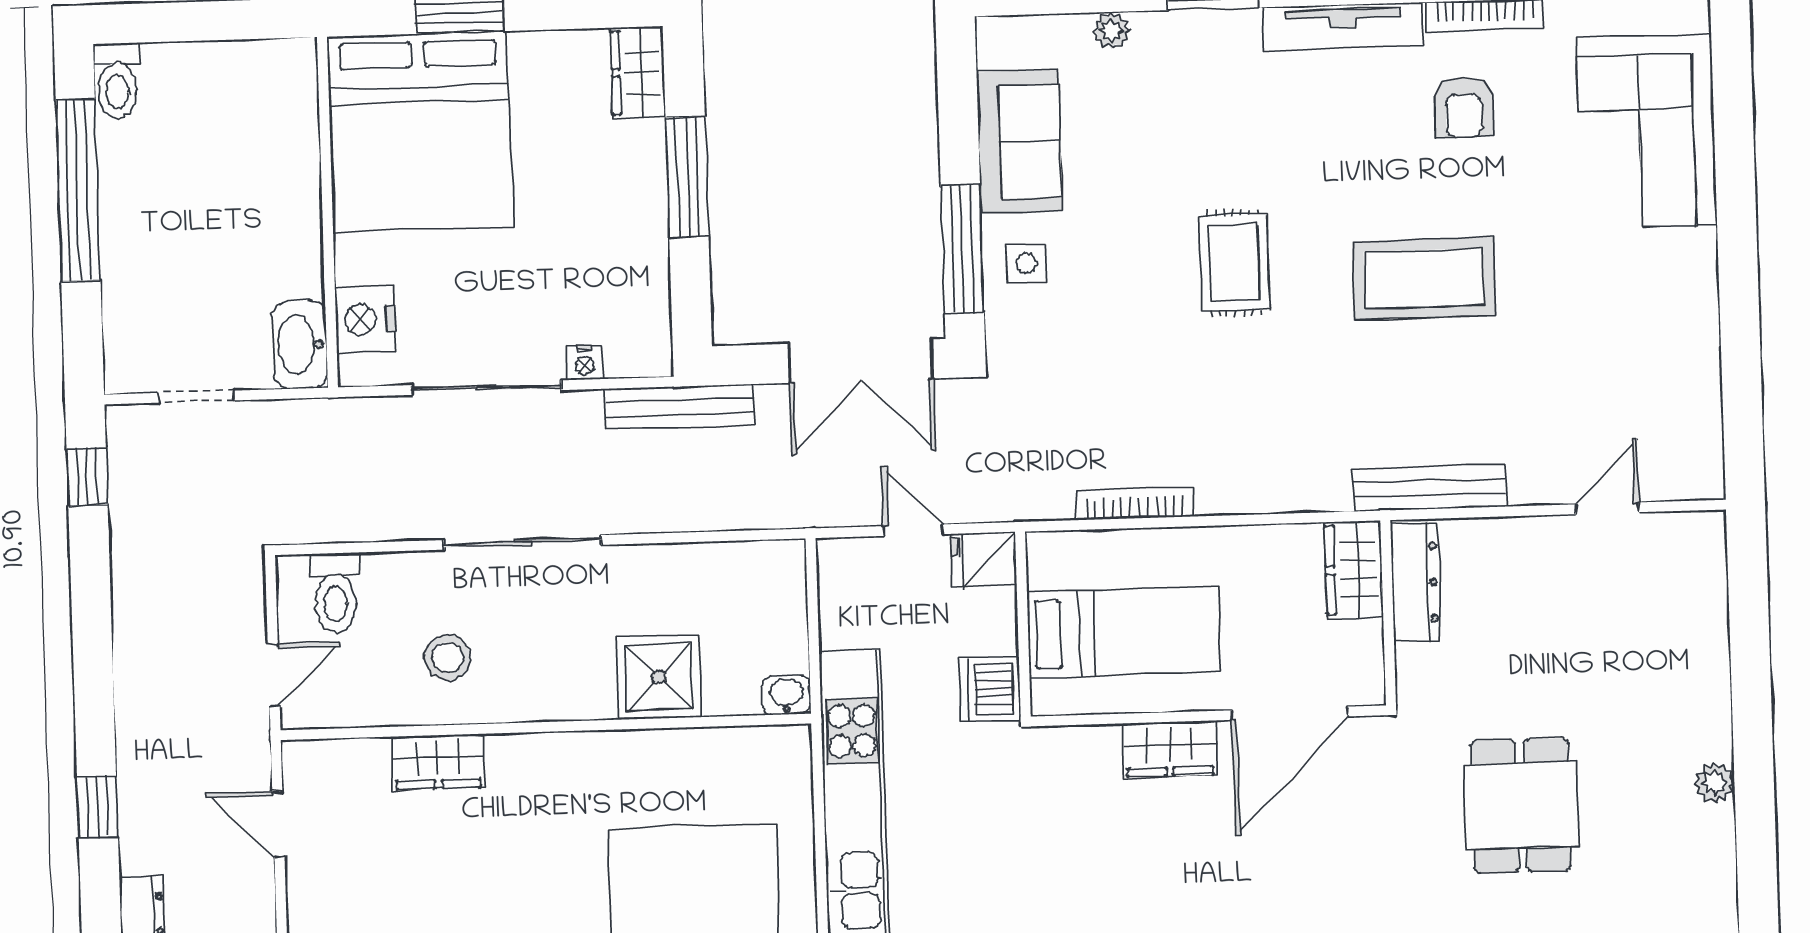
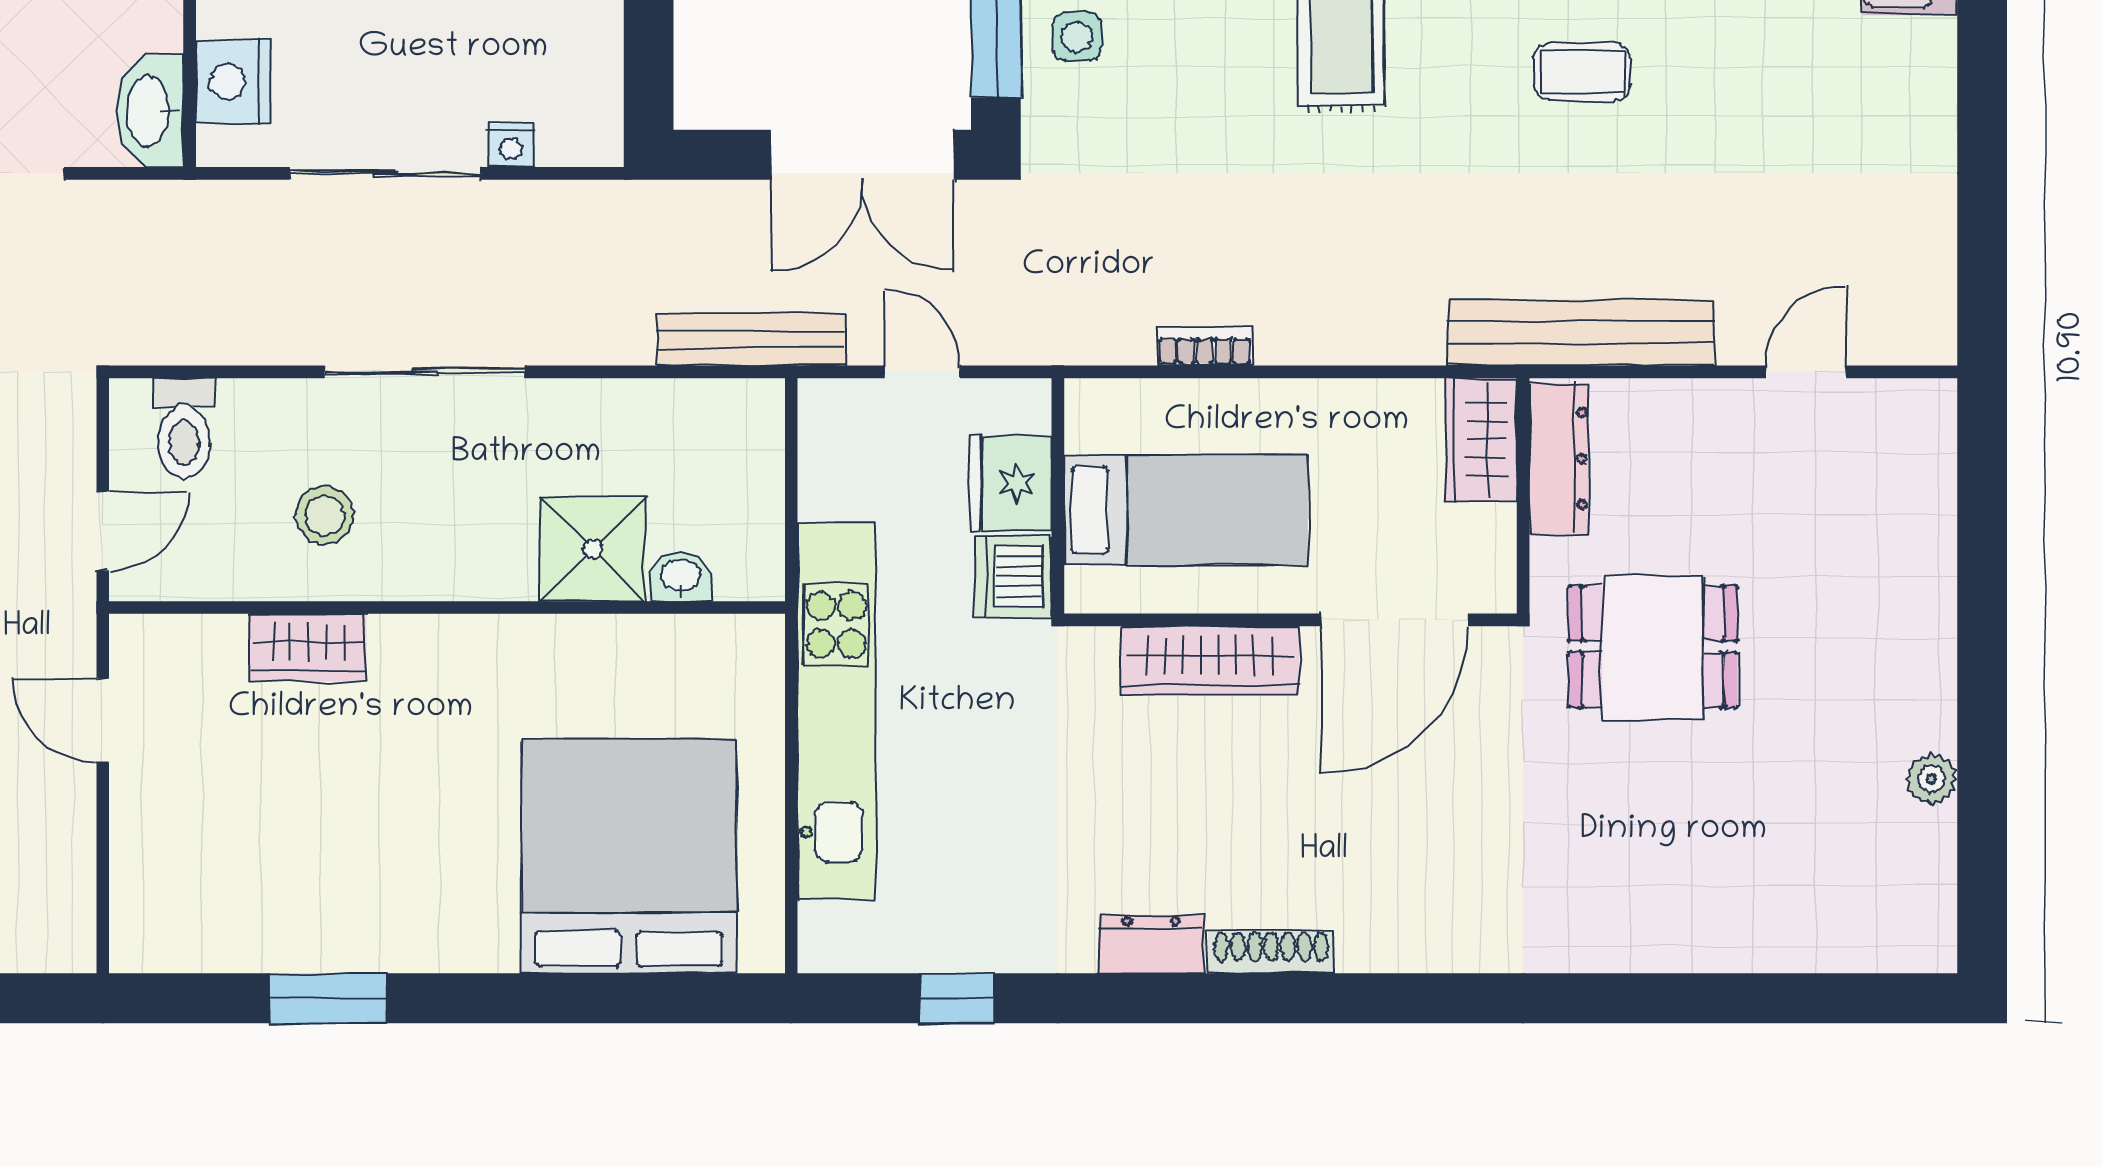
coffee table: (1424, 278) -> (1582, 72), width x0.54, depth x0.58
bench: (679, 407) -> (752, 339), moved
bench: (1430, 488) -> (1581, 333), width x1.37, depth x1.21
bookcase: (1134, 503) -> (1205, 346), width x0.64
fridge: (984, 560) -> (1011, 483), moved, width x1.38
washbasin: (786, 695) -> (681, 576), moved
wardrobe: (1170, 749) -> (1210, 661), width x1.50
plant: (1714, 783) -> (1931, 779), moved
dining table: (1521, 806) -> (1653, 647), moved, turned 90

